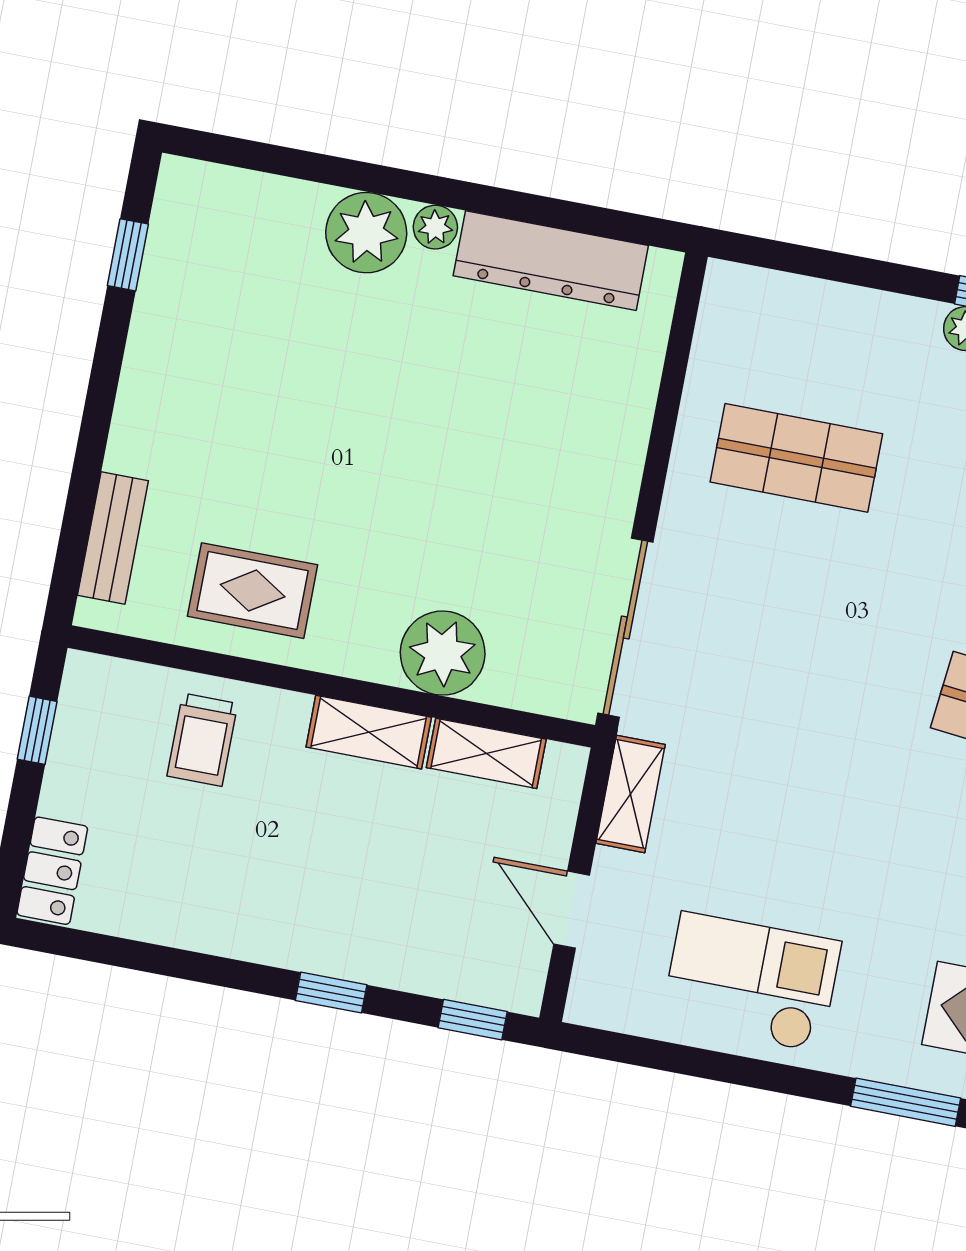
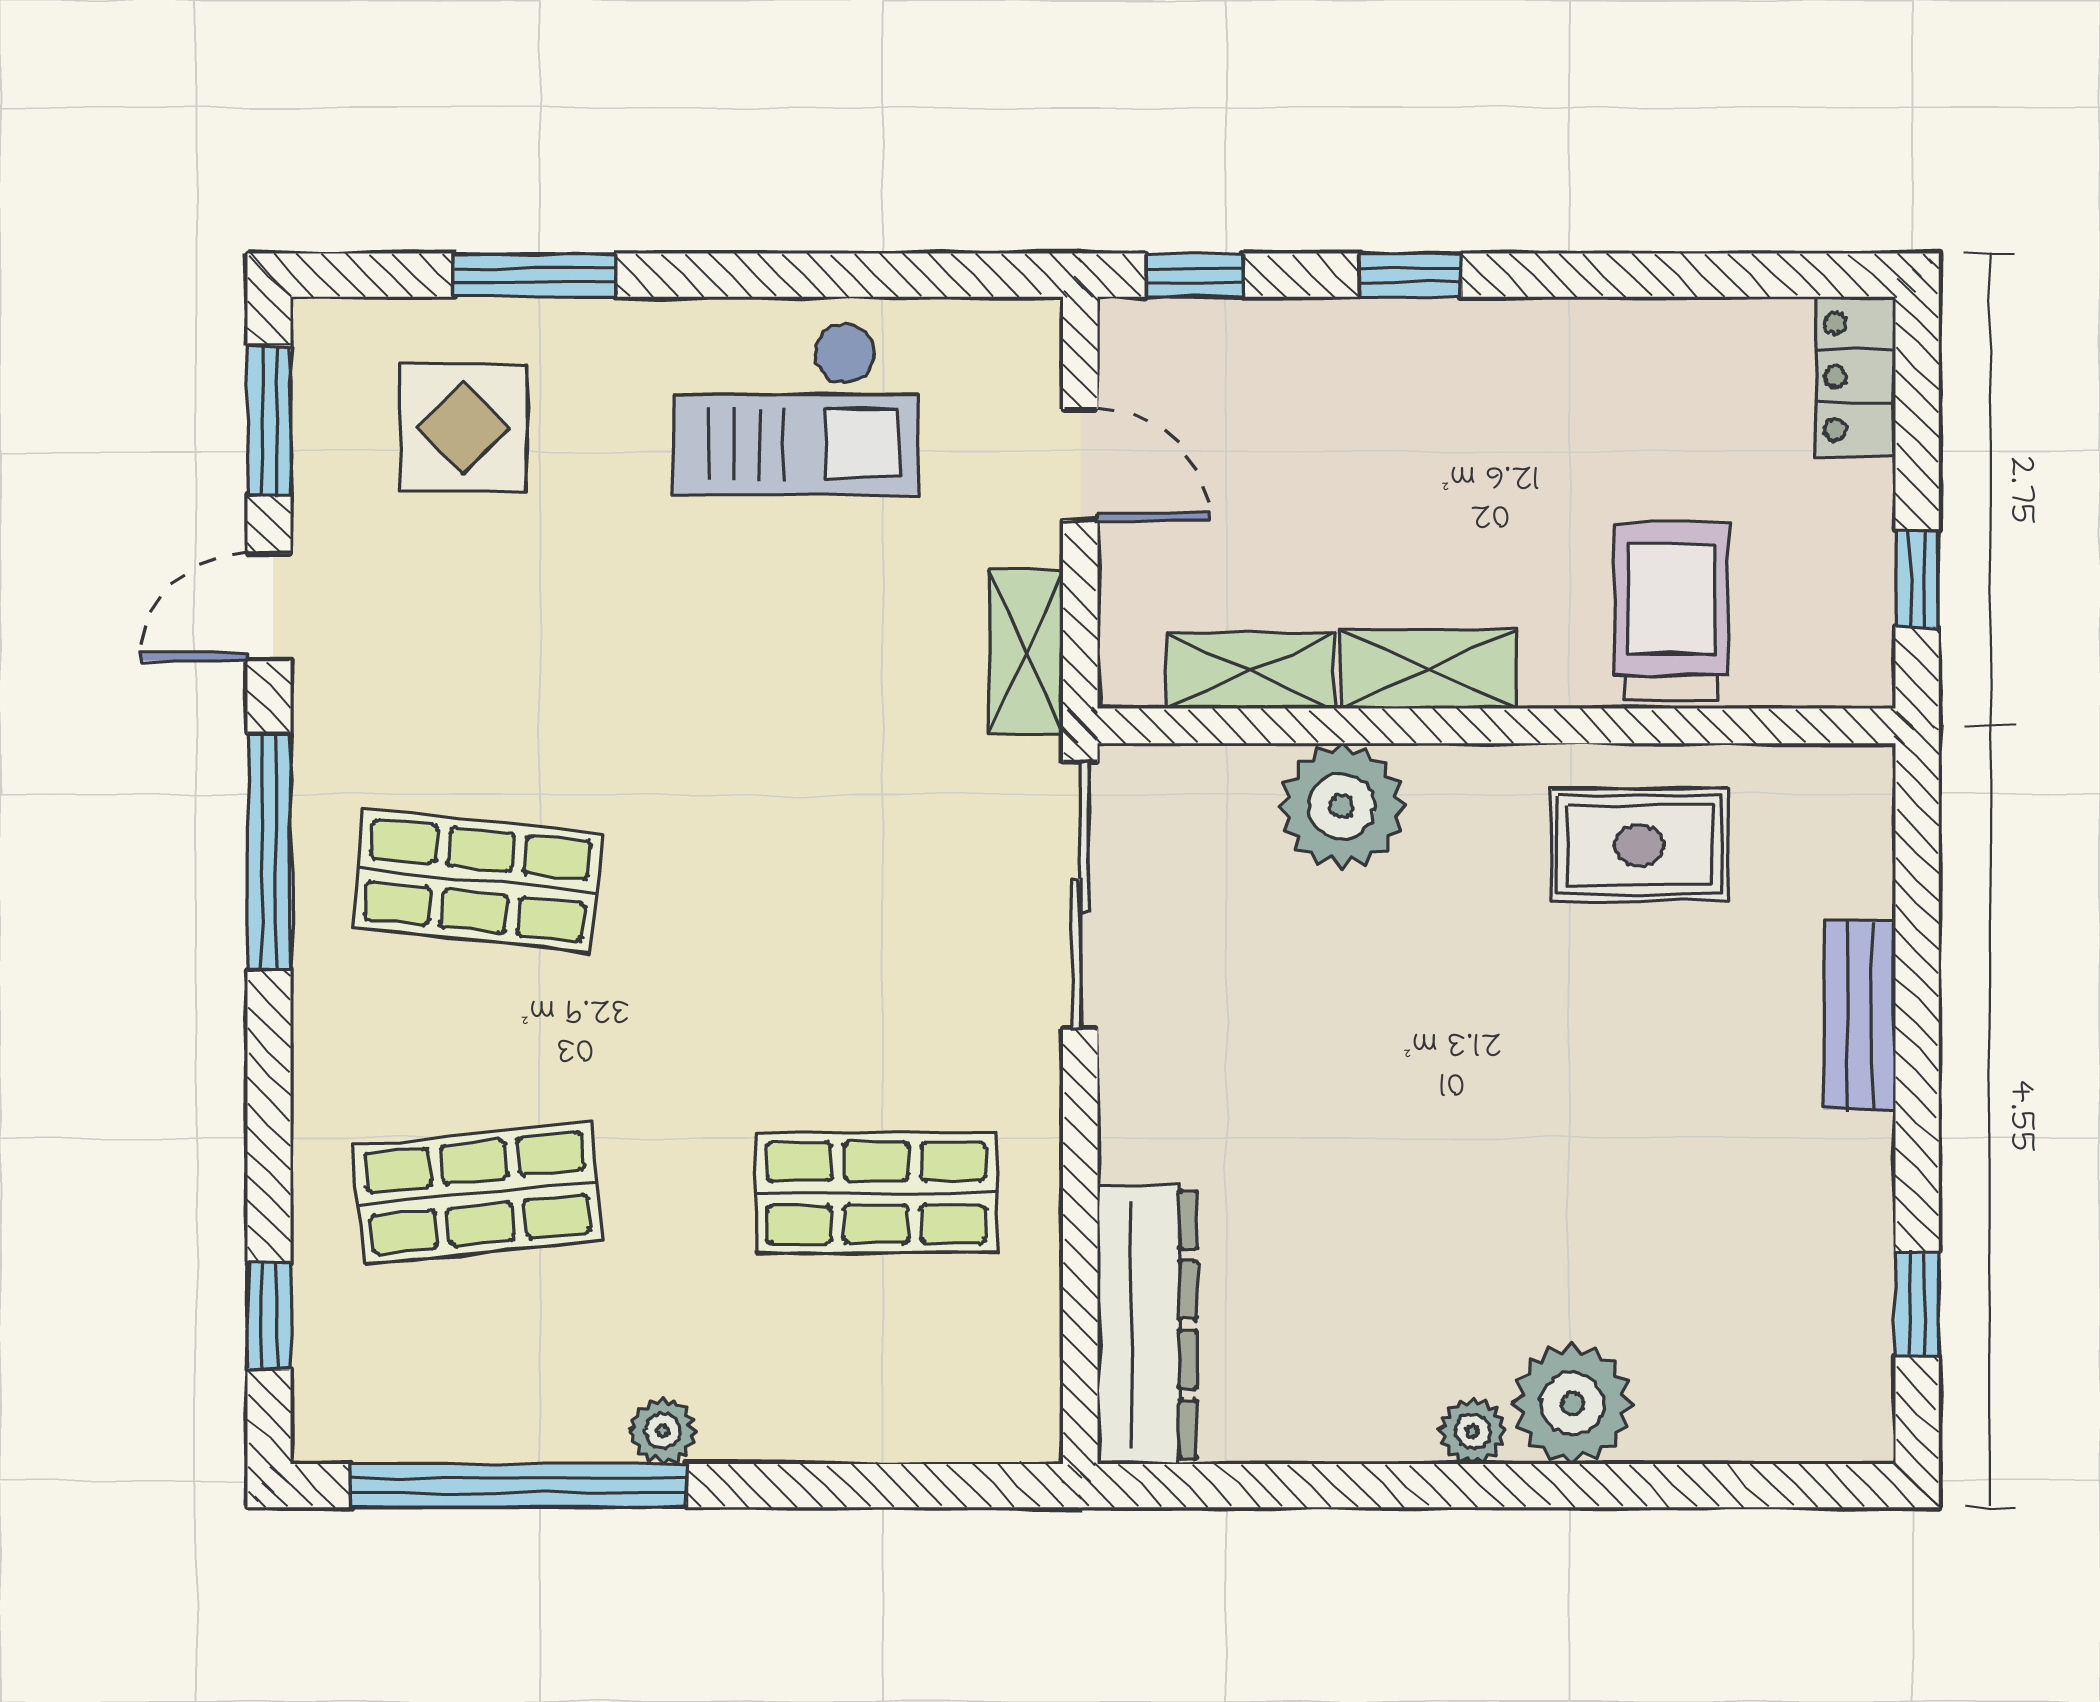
dresser: (551, 261) -> (1147, 1325), moved, turned 90
bench: (113, 538) -> (1860, 1015), moved
trolley: (202, 740) -> (1671, 611), width x1.36, depth x1.39

